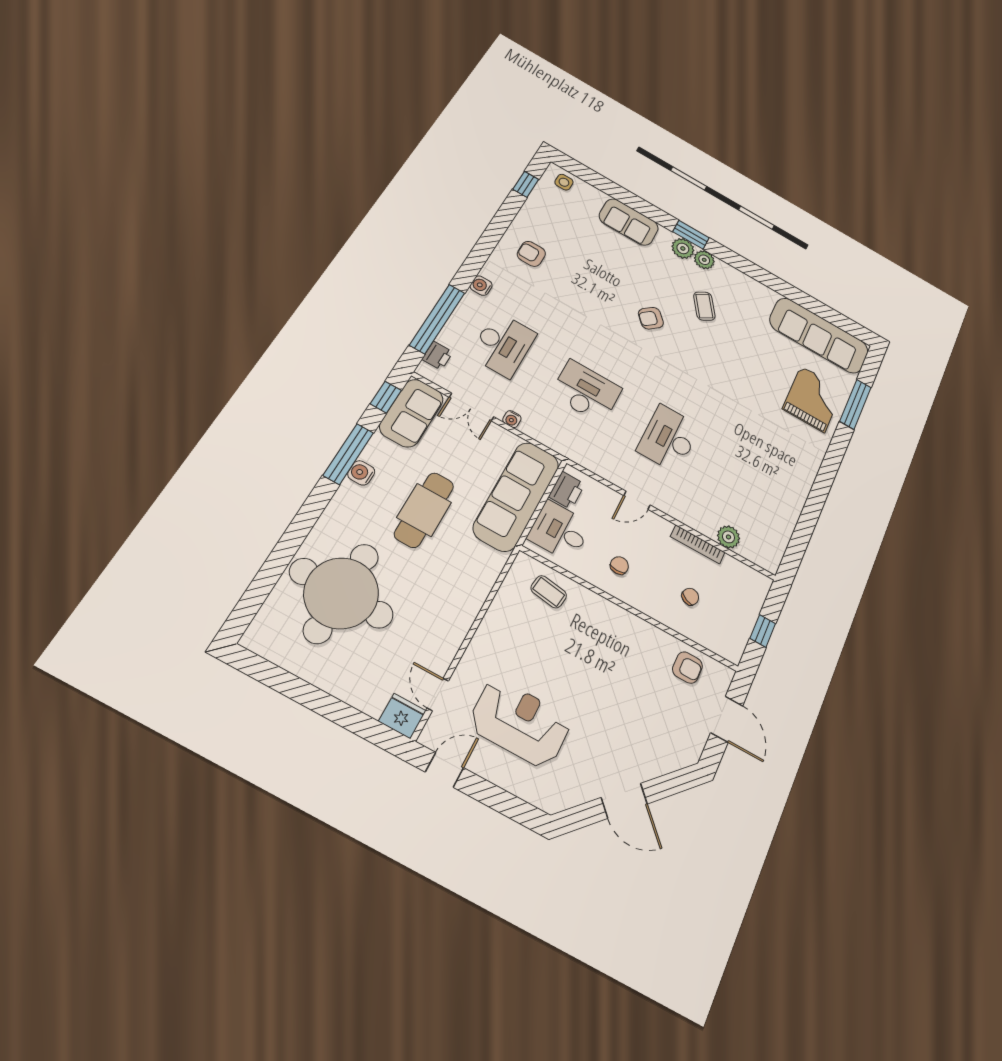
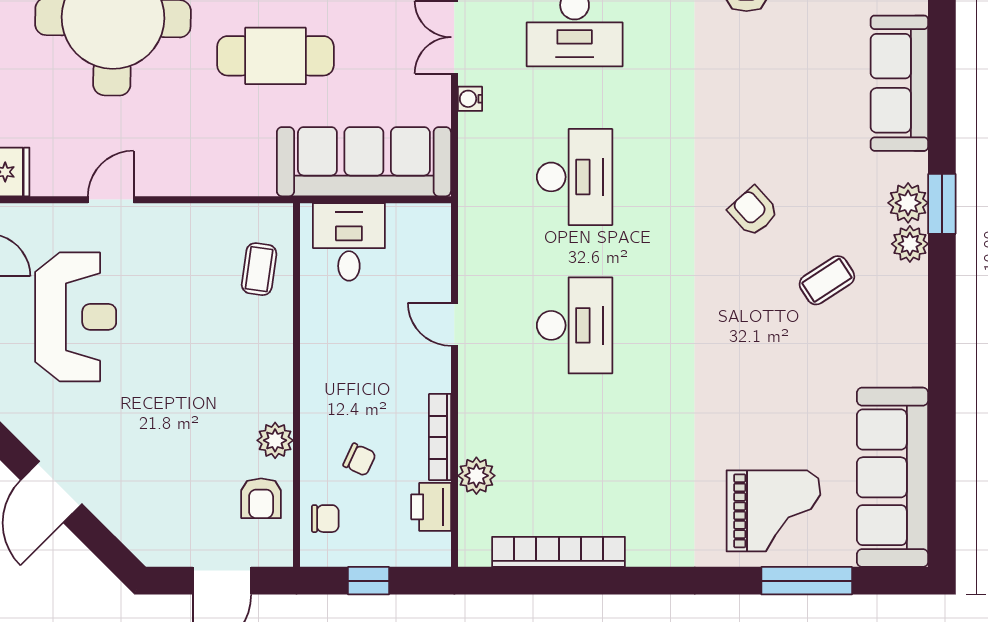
sofa: (629, 222) -> (899, 83), width x1.36
desk: (669, 438) -> (575, 325), turned 90
printer: (567, 490) -> (431, 507), moved, turned 90
bookcase: (790, 517) -> (559, 552), added
chair: (619, 566) -> (325, 519), moved
plant: (657, 640) -> (275, 440), added
door: (438, 694) -> (111, 200), moved

